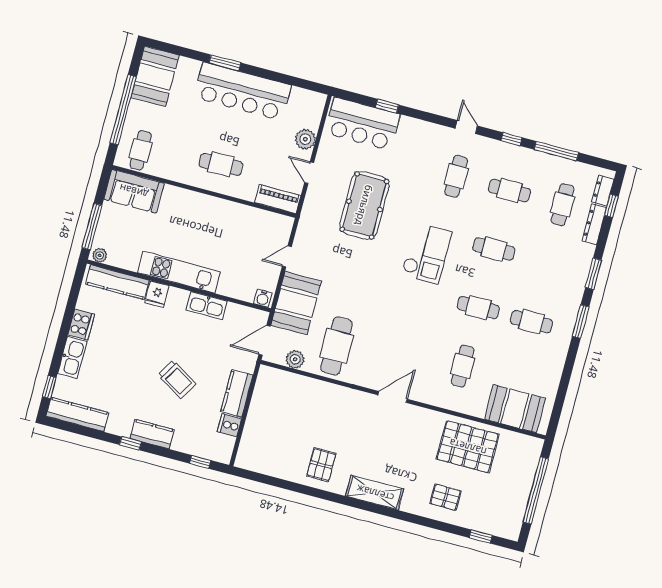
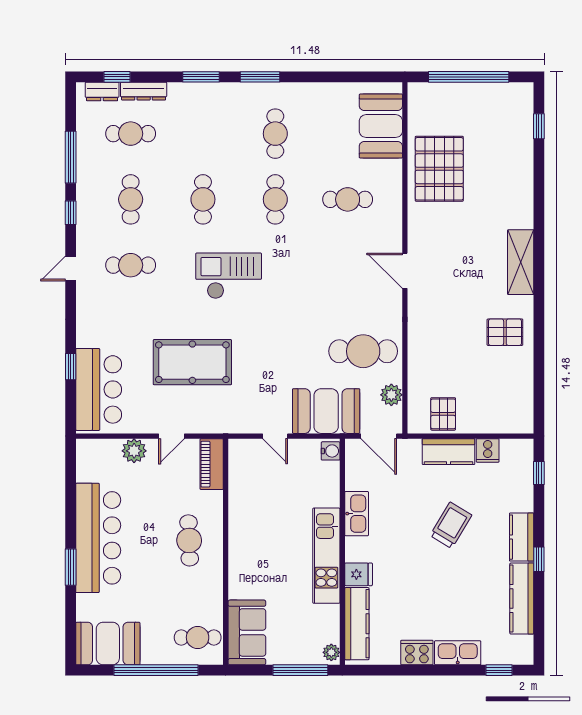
kitchen counter: (77, 414) -> (522, 599), moved
pallet: (446, 497) -> (443, 414), moved

